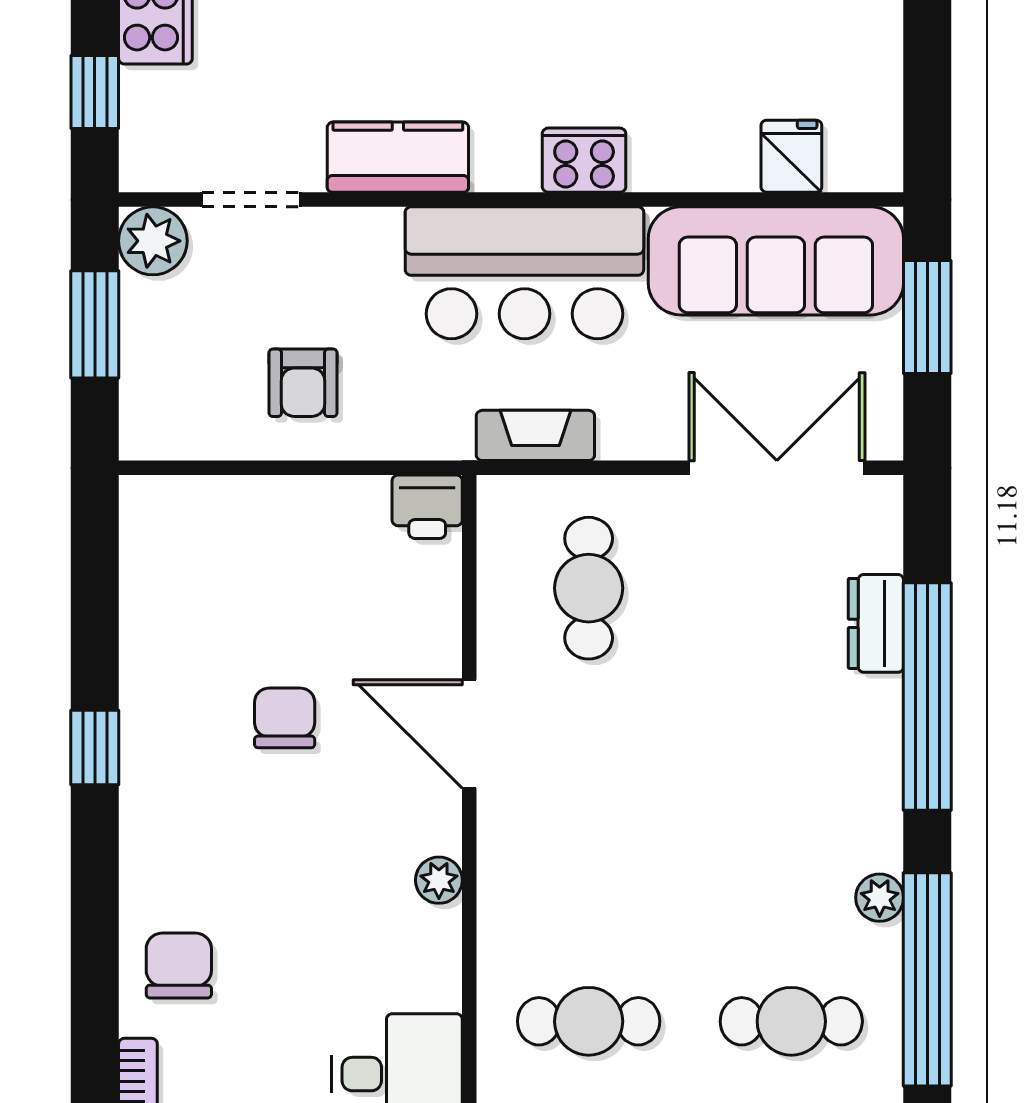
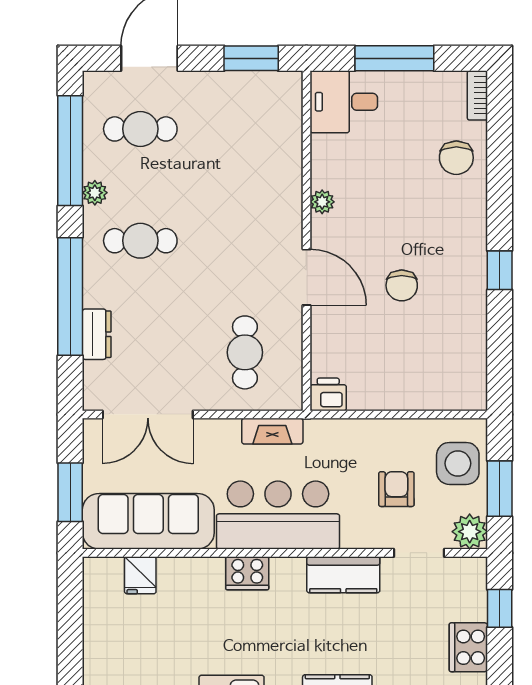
side table: (176, 373) -> (458, 463), added
armchair: (303, 383) -> (396, 489), moved
cafe table: (589, 1021) -> (140, 241), moved

